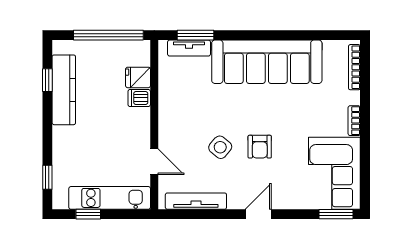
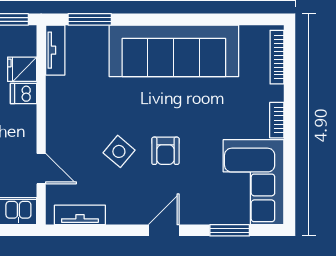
tv unit: (189, 48) -> (55, 50), moved, turned -90
tv unit: (196, 201) -> (80, 215), width x0.71
window: (336, 214) -> (230, 230), moved

